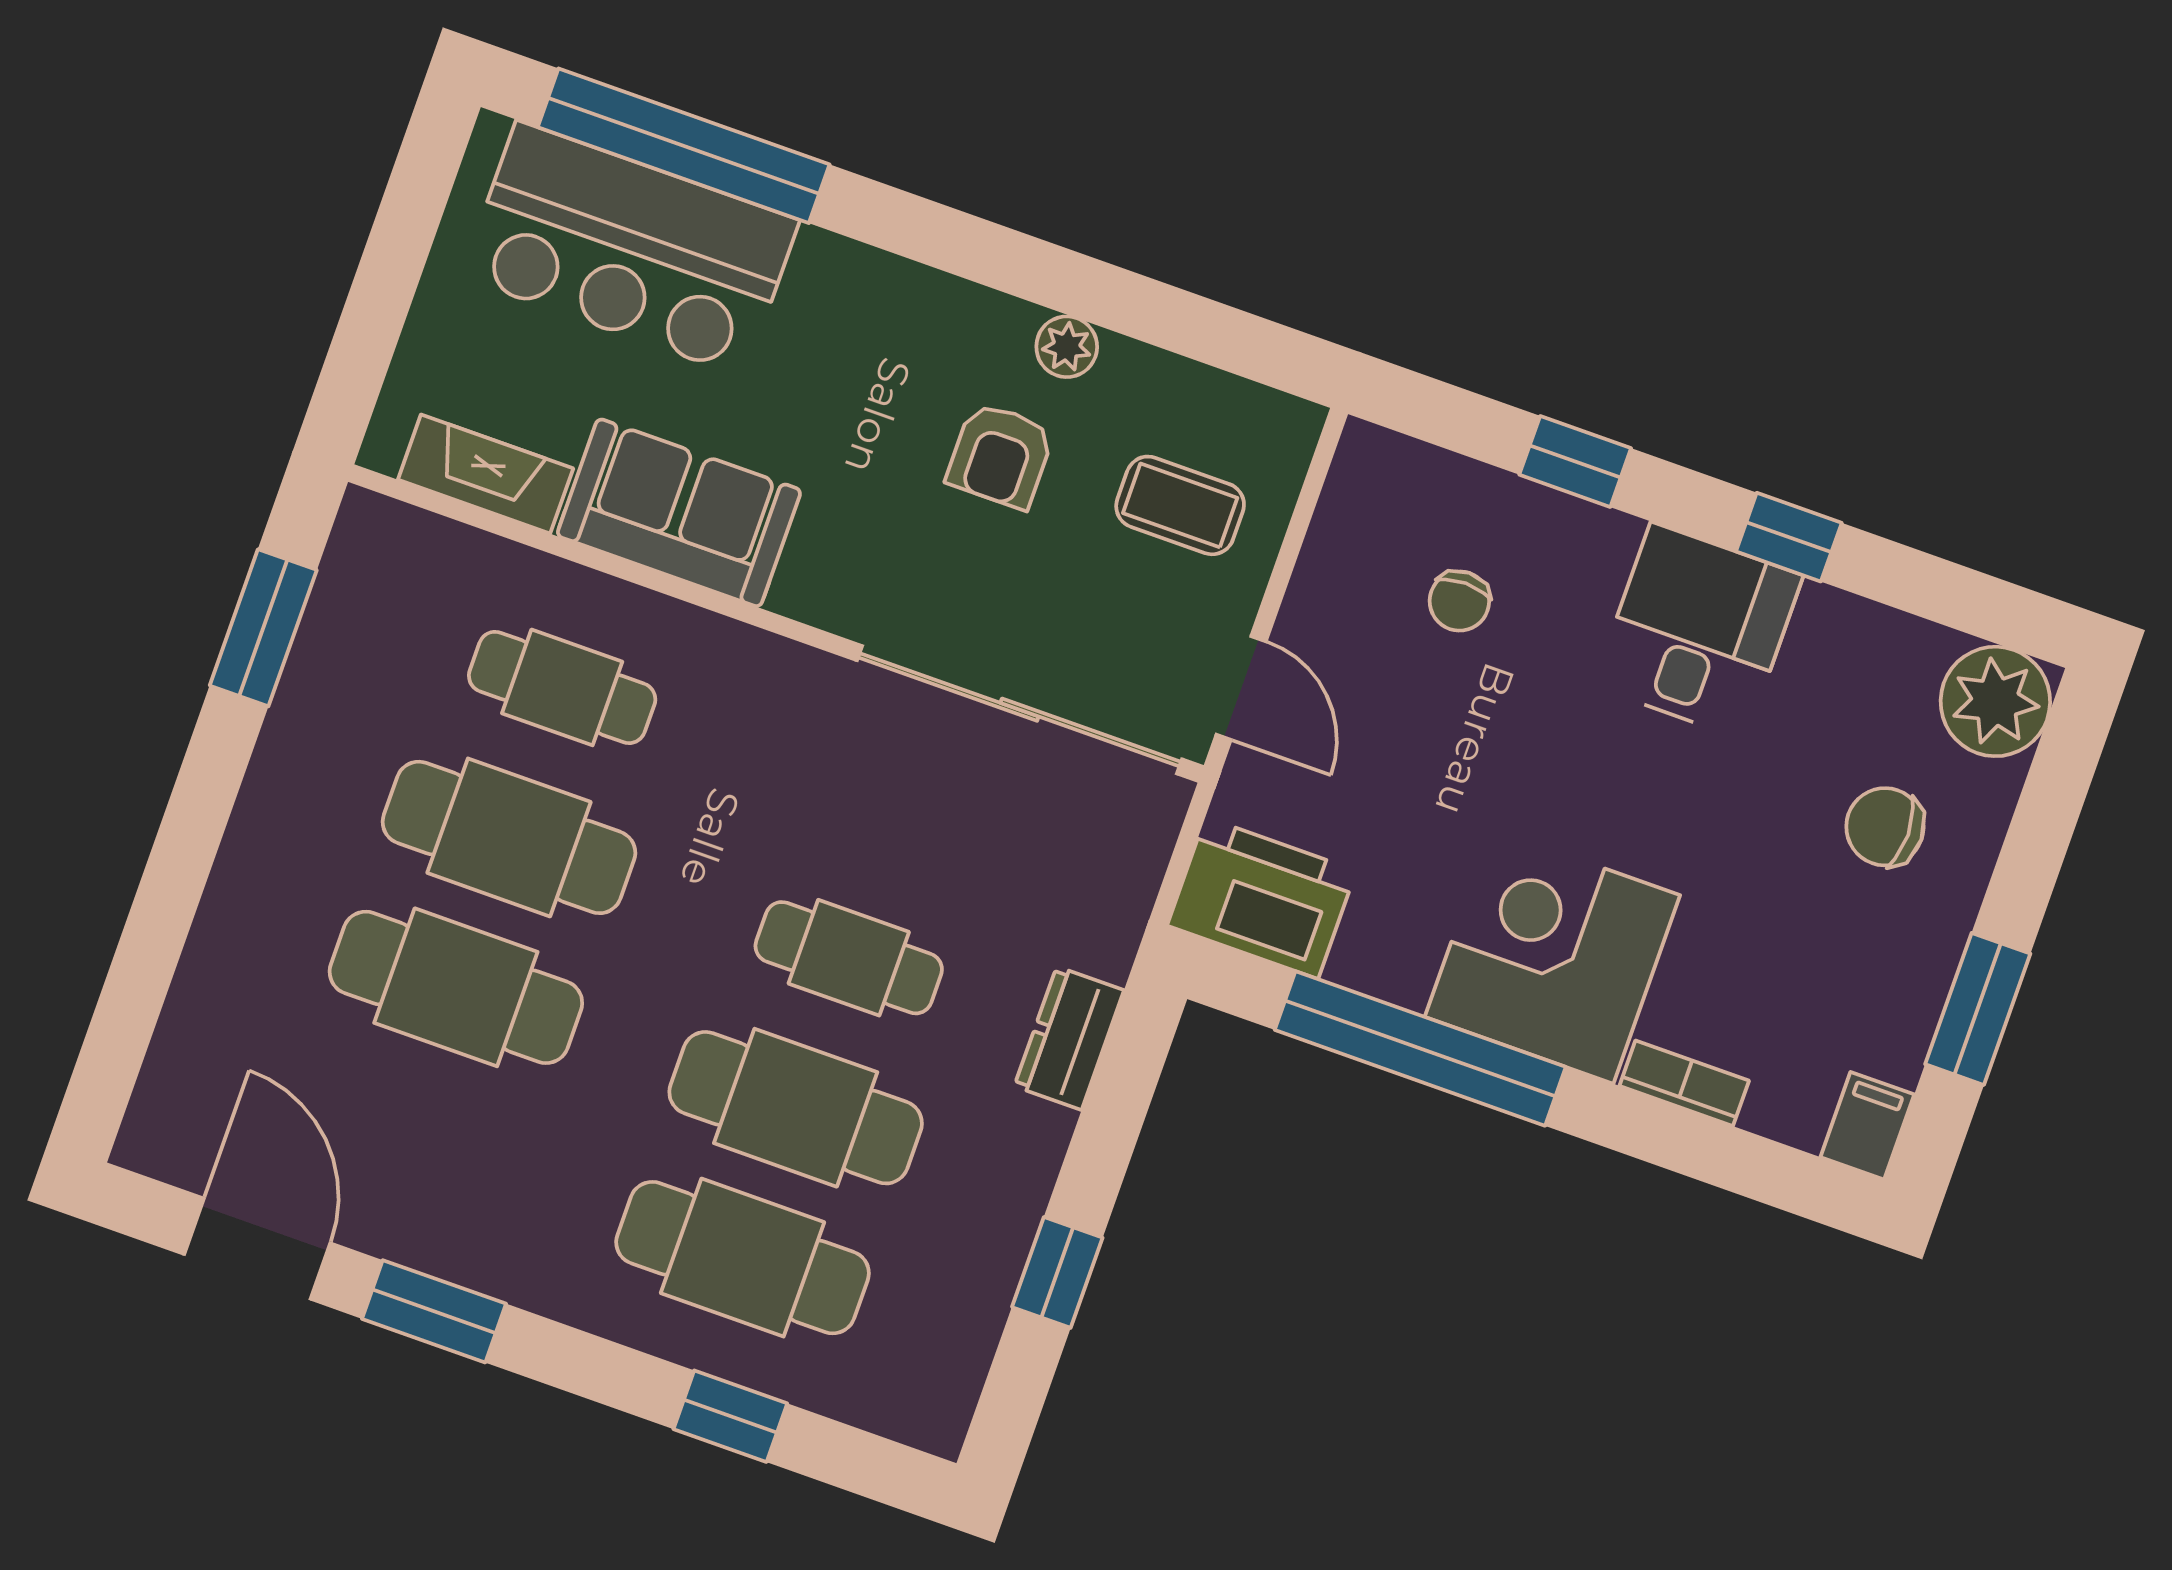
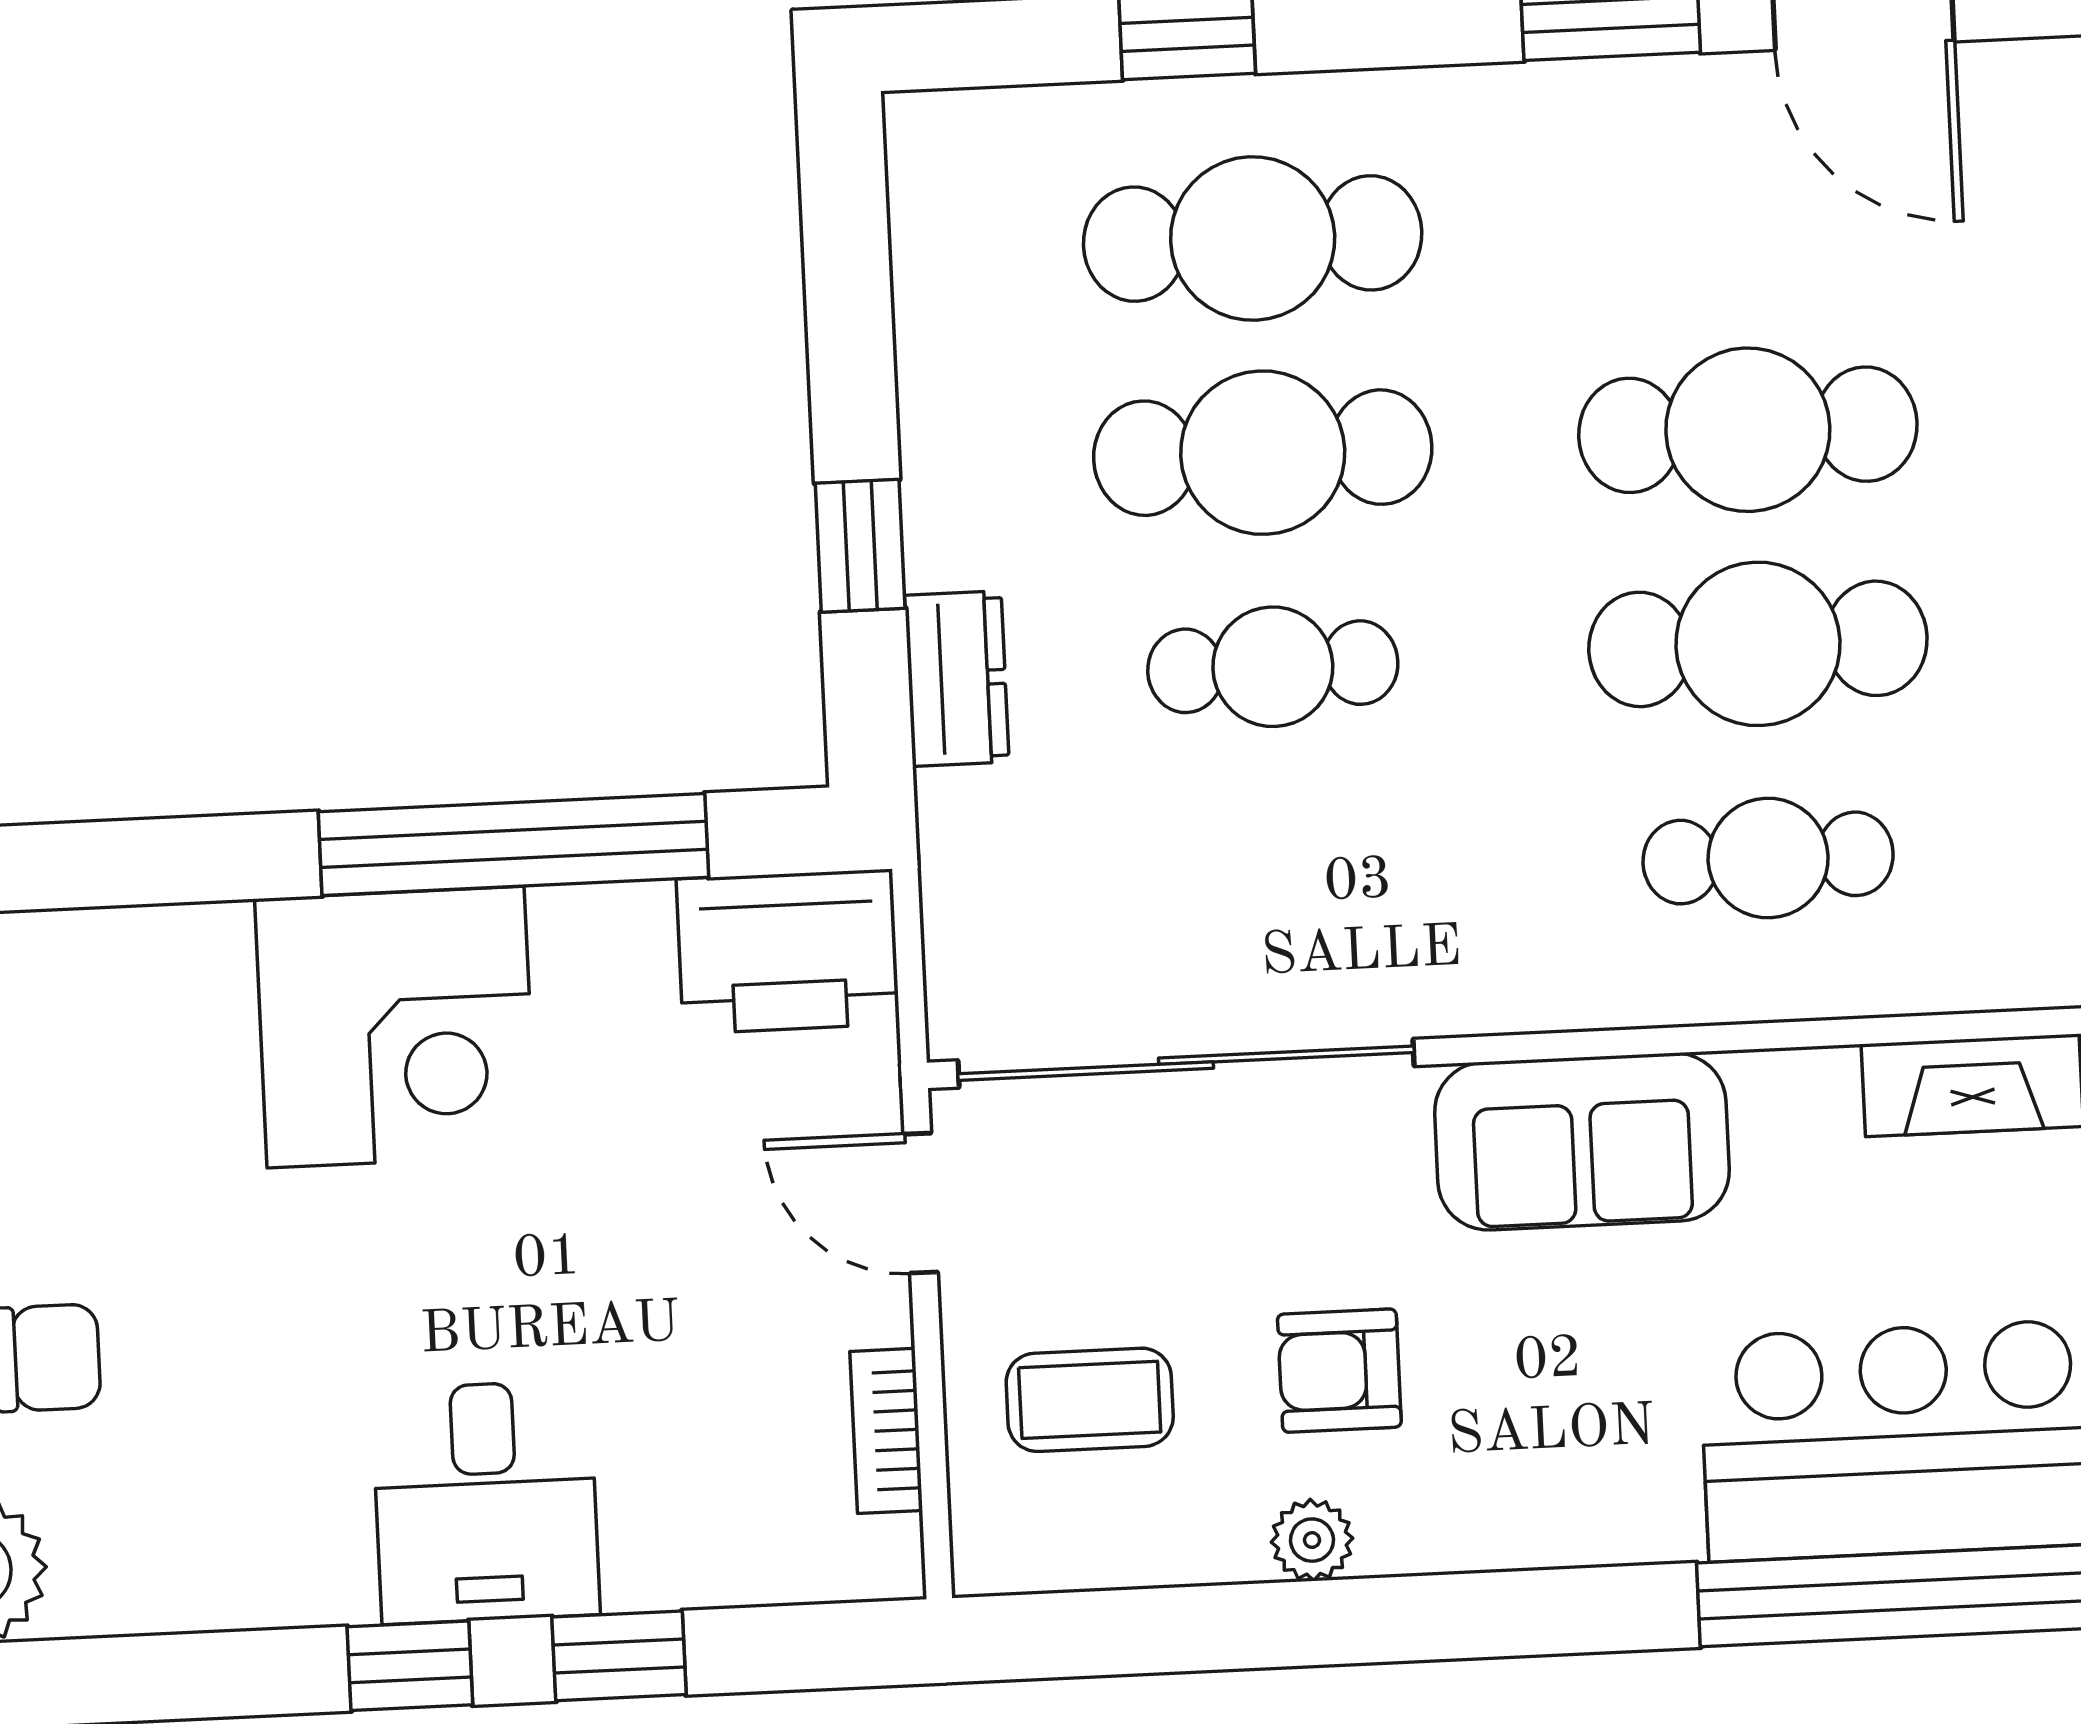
armchair: (1000, 455) -> (1339, 1371), turned -90
sofa: (679, 513) -> (1582, 1142), moved
window: (1789, 537) -> (410, 1666), moved
chair: (1459, 601) -> (692, 1423), removed
desk: (1698, 631) -> (486, 1502), moved
bookcase: (1684, 1083) -> (886, 1431), moved, turned 90
window: (1057, 1272) -> (860, 546), moved

